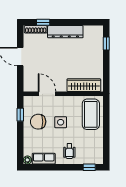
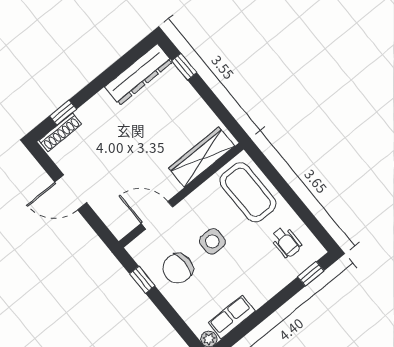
dresser: (65, 32) -> (138, 74), moved
wheelchair: (69, 151) -> (286, 242), moved

